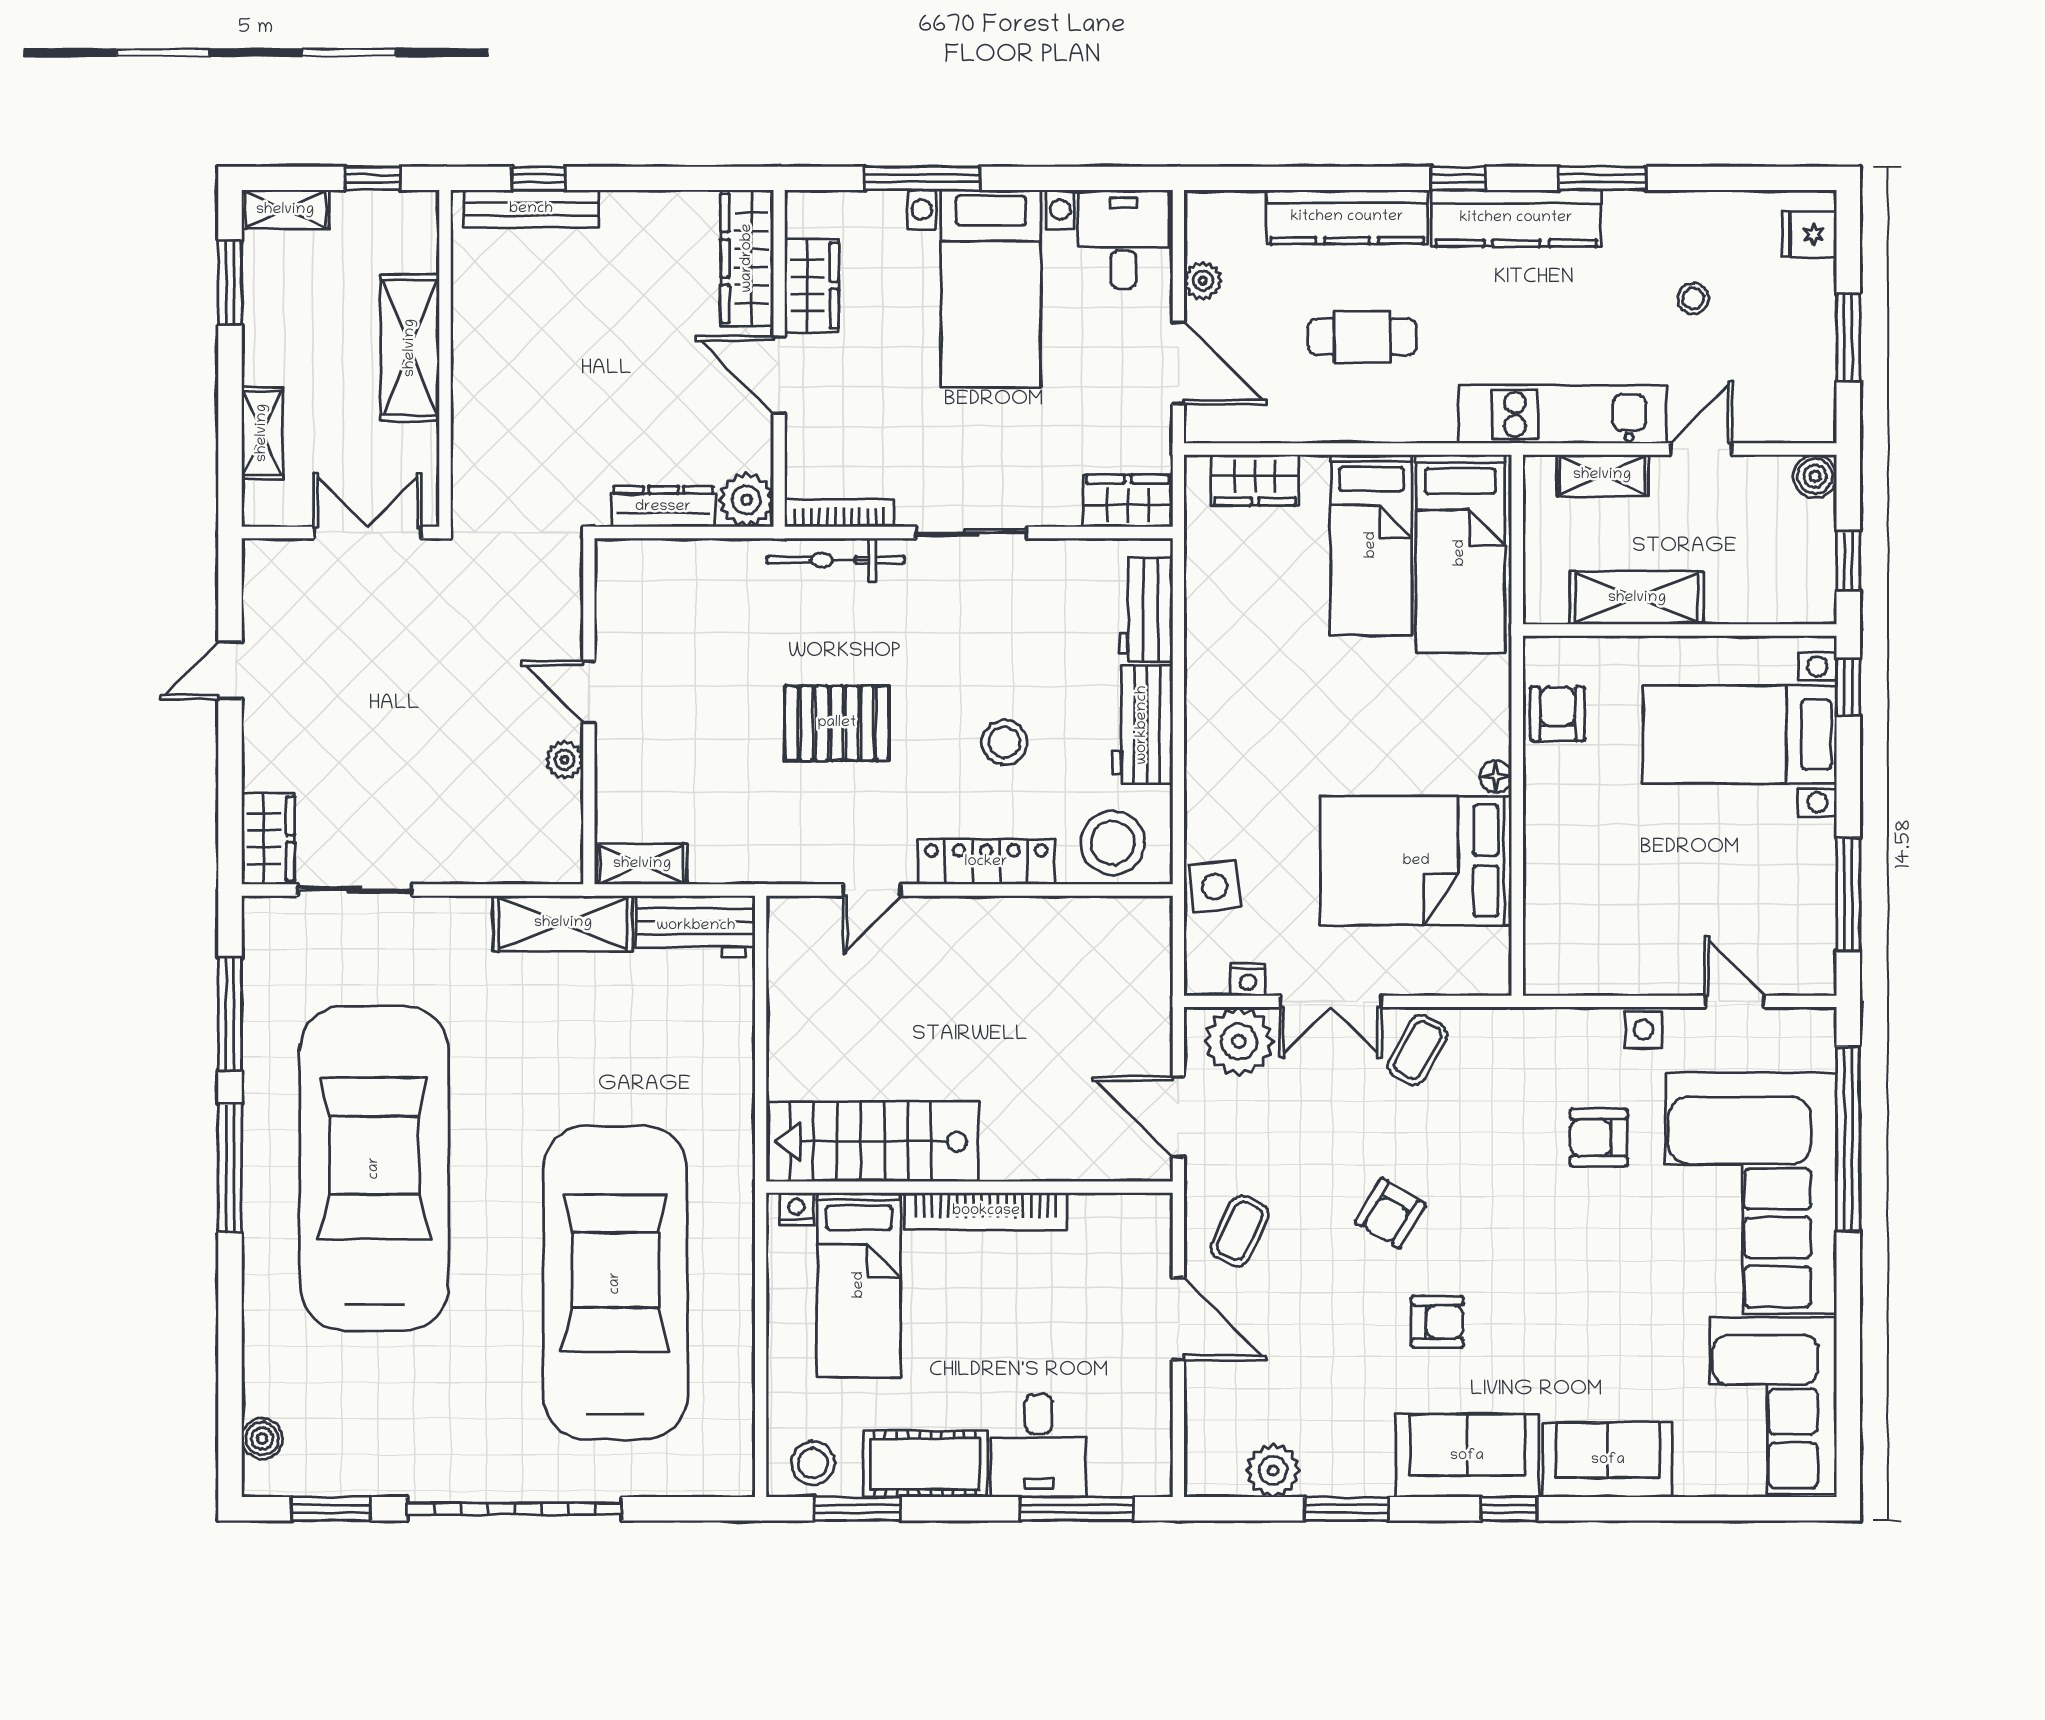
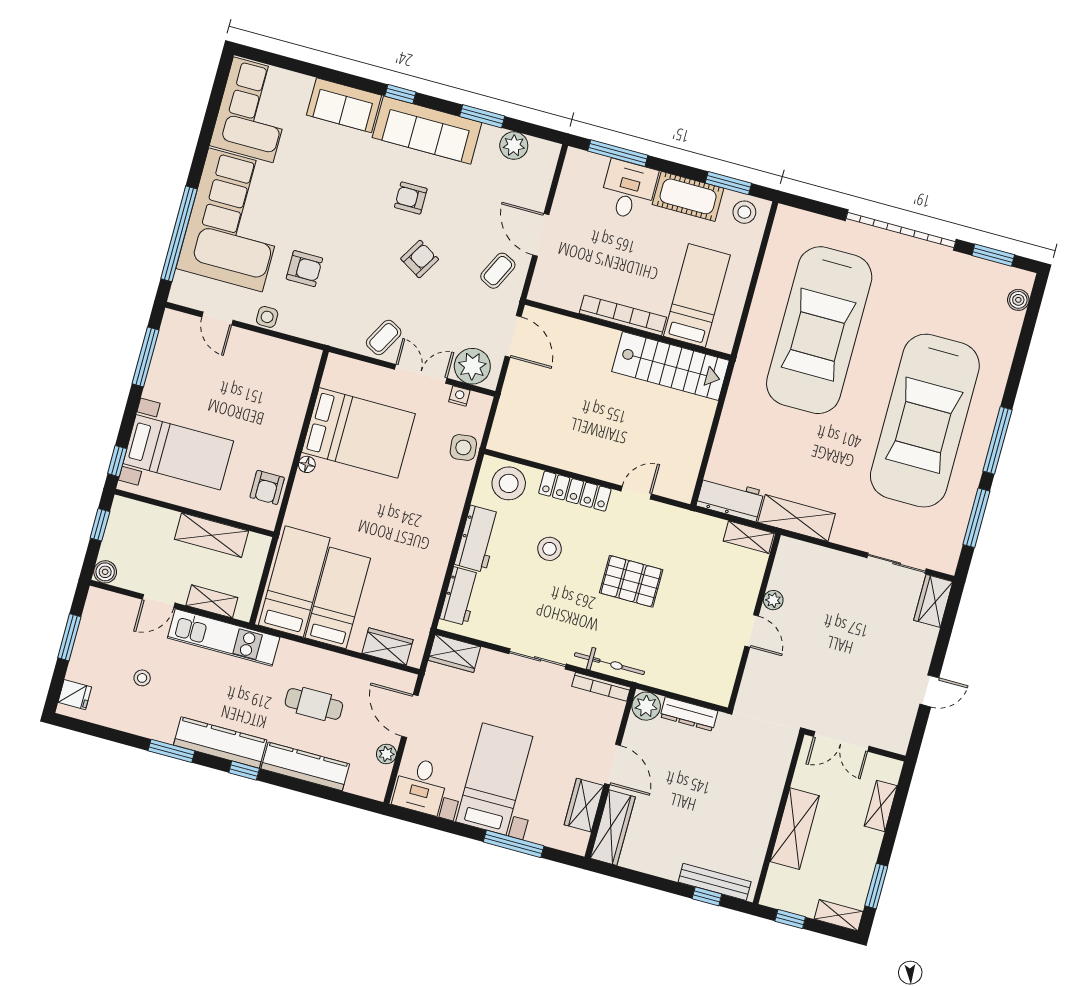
nightstand: (796, 1209) -> (718, 342), removed
sofa: (1467, 1456) -> (427, 130), width x1.36

